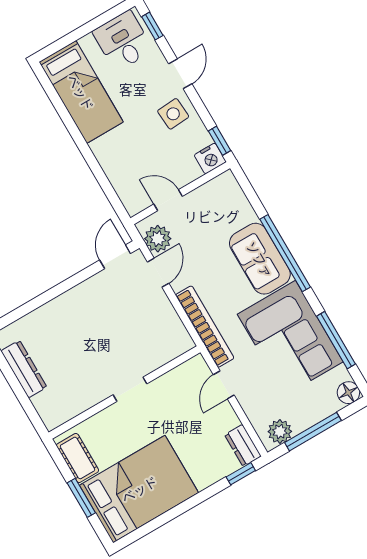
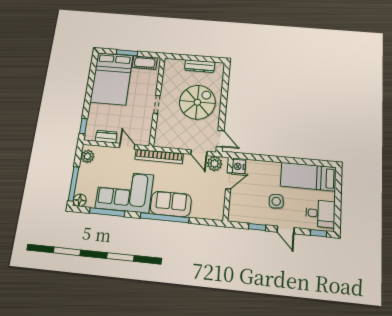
side table: (173, 114) -> (276, 201), moved
window: (219, 141) -> (257, 227), moved
nightstand: (210, 158) -> (239, 166), moved
spiral stairs: (83, 331) -> (197, 102), added
window: (313, 432) -> (74, 184), moved
dresser: (243, 445) -> (106, 137), moved

